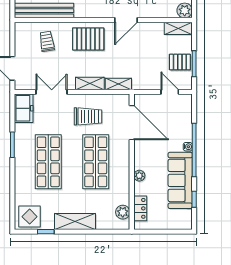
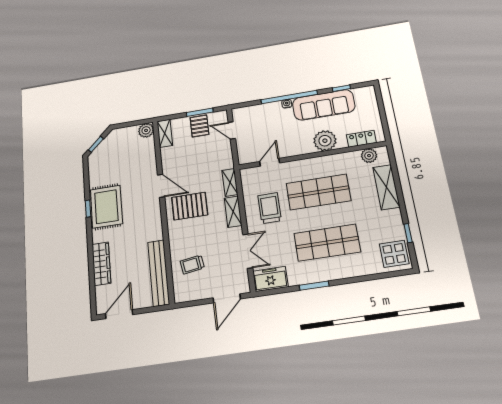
pallet: (88, 39) -> (190, 206), moved, turned 90
double door: (52, 92) -> (248, 251), swing flipped
door: (170, 92) -> (232, 130), hinge flipped
door: (132, 123) -> (270, 162), width x0.53
plant: (139, 176) -> (325, 141), width x1.88, depth x1.88
shelving: (75, 221) -> (386, 187), moved

